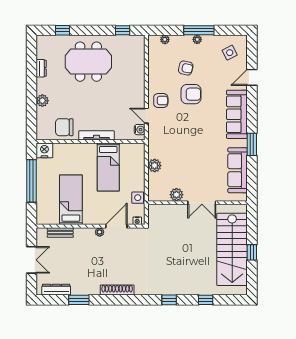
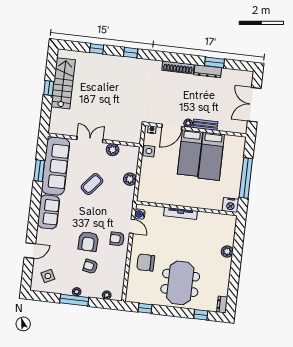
meeting table: (88, 62) -> (180, 283), turned 90
dresser: (41, 68) -> (222, 304), moved
armchair: (191, 94) -> (88, 242), turned -88
sofa: (237, 114) -> (49, 212), width x0.73
chair: (64, 127) -> (146, 263), moved, turned 180
window: (252, 144) -> (39, 171), moved
coffee table: (194, 156) -> (92, 184), added
bed: (108, 167) -> (190, 153), moved, turned 180
sofa: (238, 170) -> (56, 166), width x1.36, depth x1.27
bench: (60, 233) -> (205, 125), moved
stairs: (232, 249) -> (63, 83), width x0.73, depth x0.66
double door: (32, 260) -> (254, 105), width x1.37
dresser: (56, 290) -> (208, 71), moved

